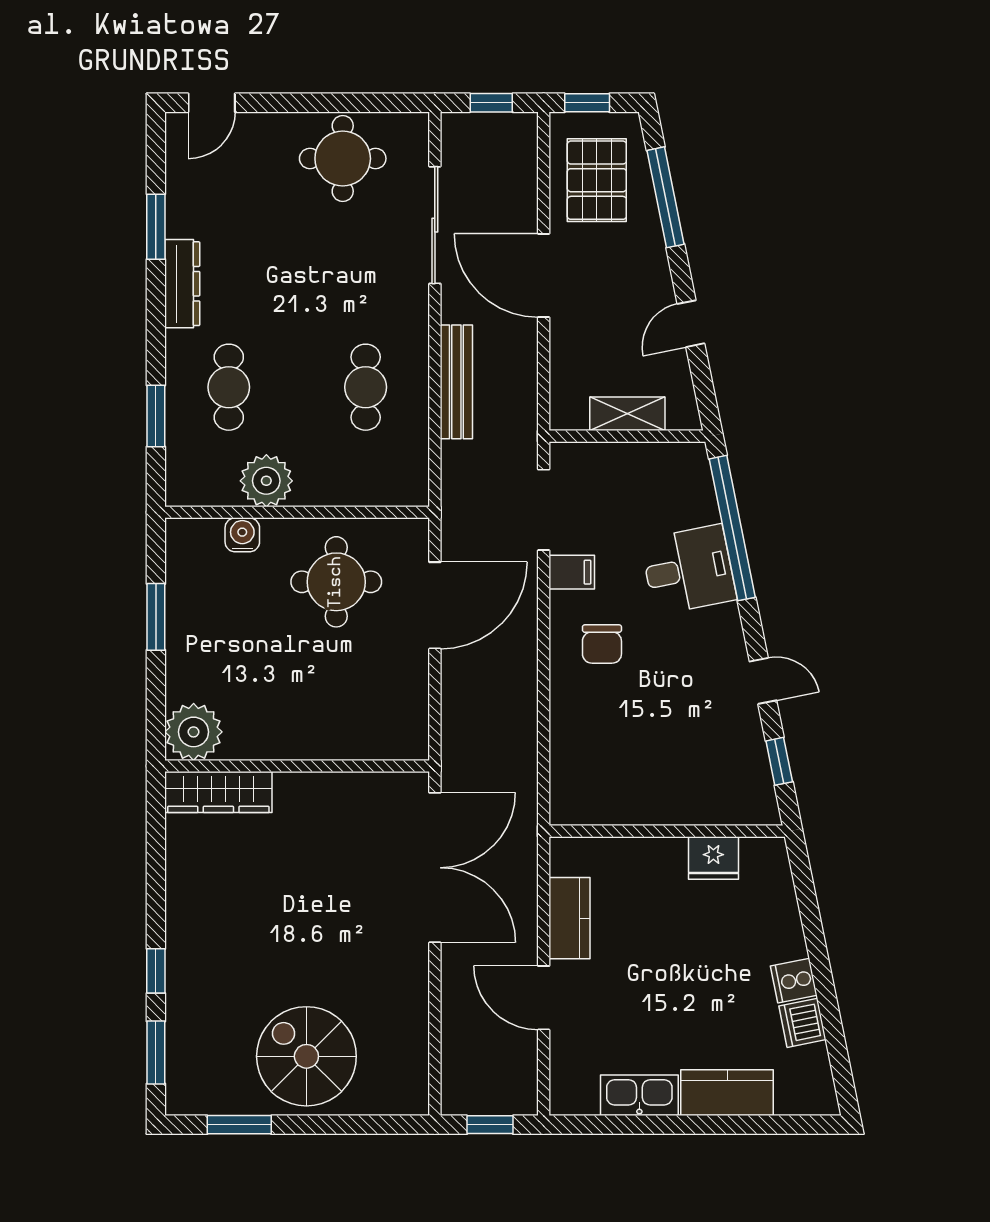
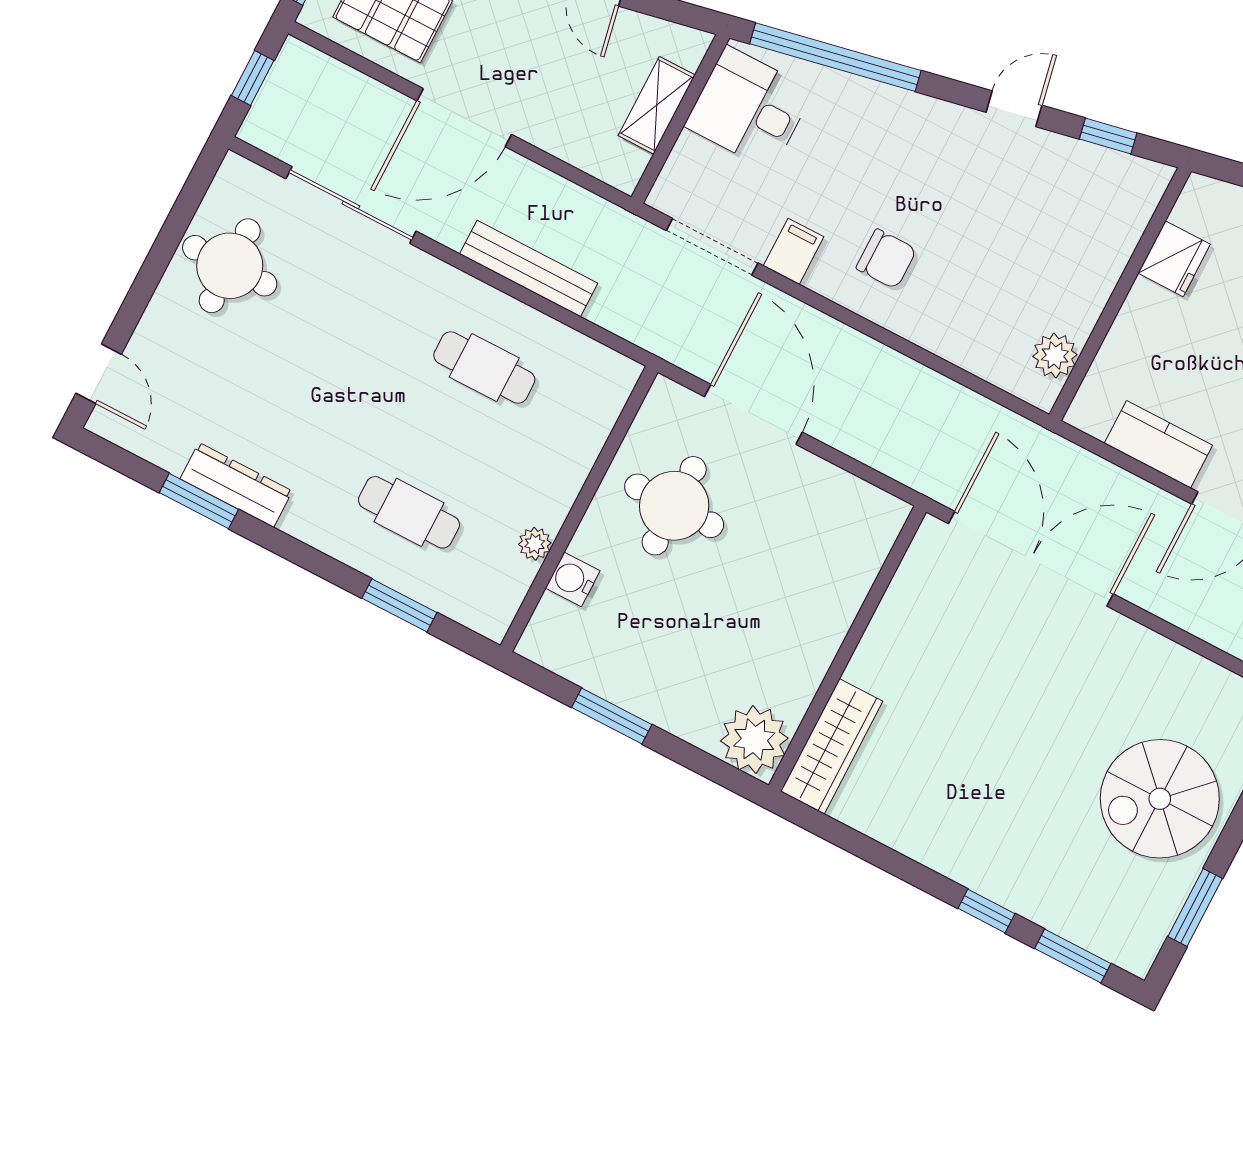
dresser: (182, 284) -> (236, 485), moved
plant: (266, 481) -> (535, 544), width x0.53, depth x0.53
desk: (688, 570) -> (749, 108), moved, turned -79
plant: (595, 807) -> (1055, 356), added

